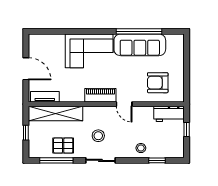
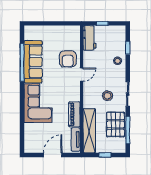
armchair: (158, 83) -> (68, 59), moved
piano: (100, 95) -> (74, 114), moved
pallet: (63, 146) -> (116, 125), width x1.50, depth x1.42

